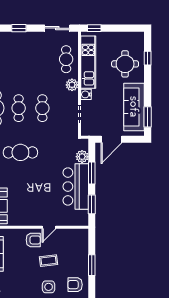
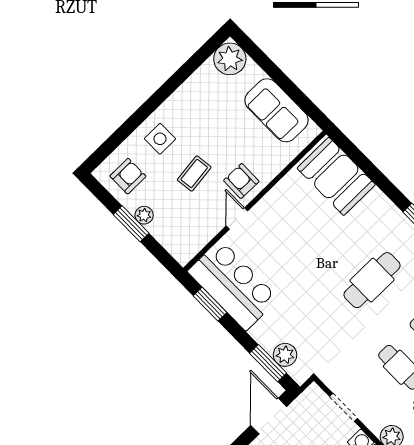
window: (92, 173) -> (268, 363), moved
bar counter: (76, 187) -> (233, 285), moved
armchair: (33, 240) -> (241, 181), turned 91
plant: (84, 264) -> (144, 215), added

